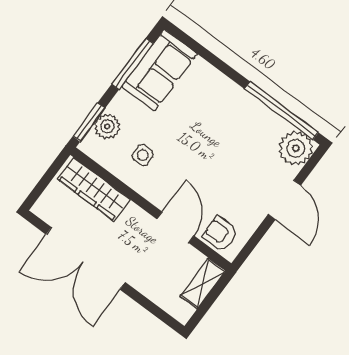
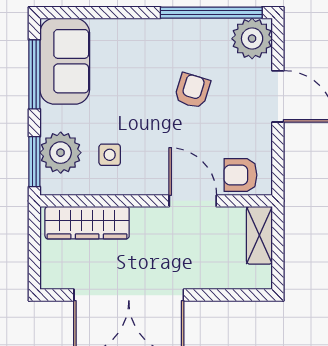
plant: (107, 126) -> (61, 153), width x1.36, depth x1.36
armchair: (230, 153) -> (192, 91), added

